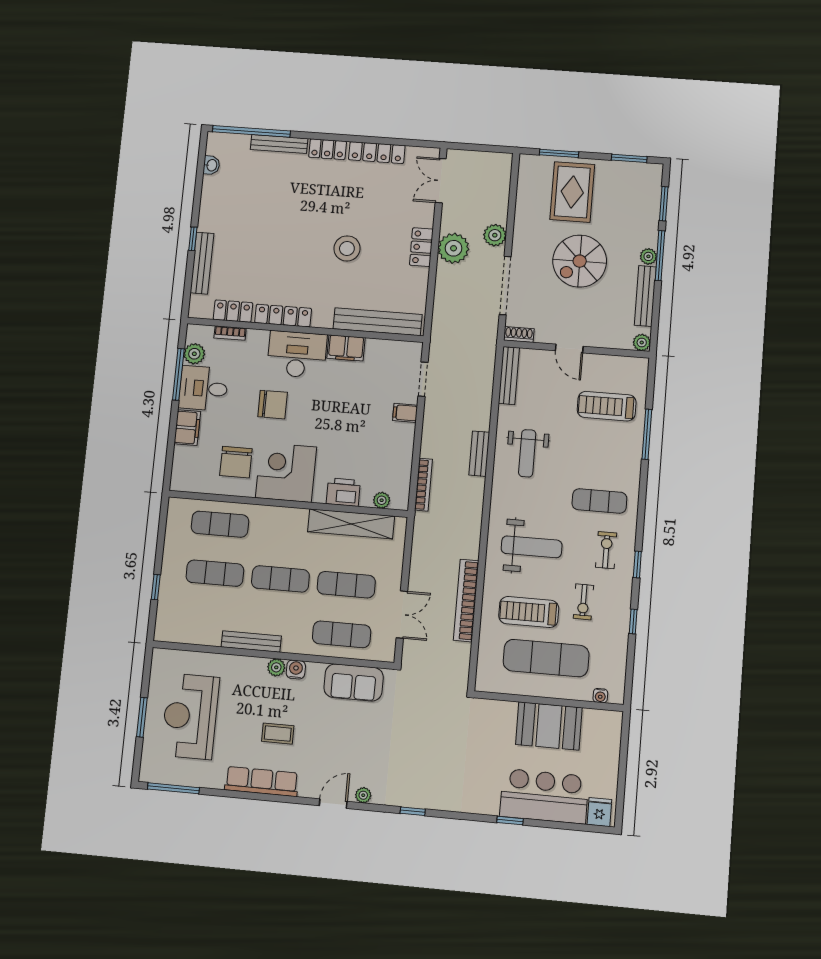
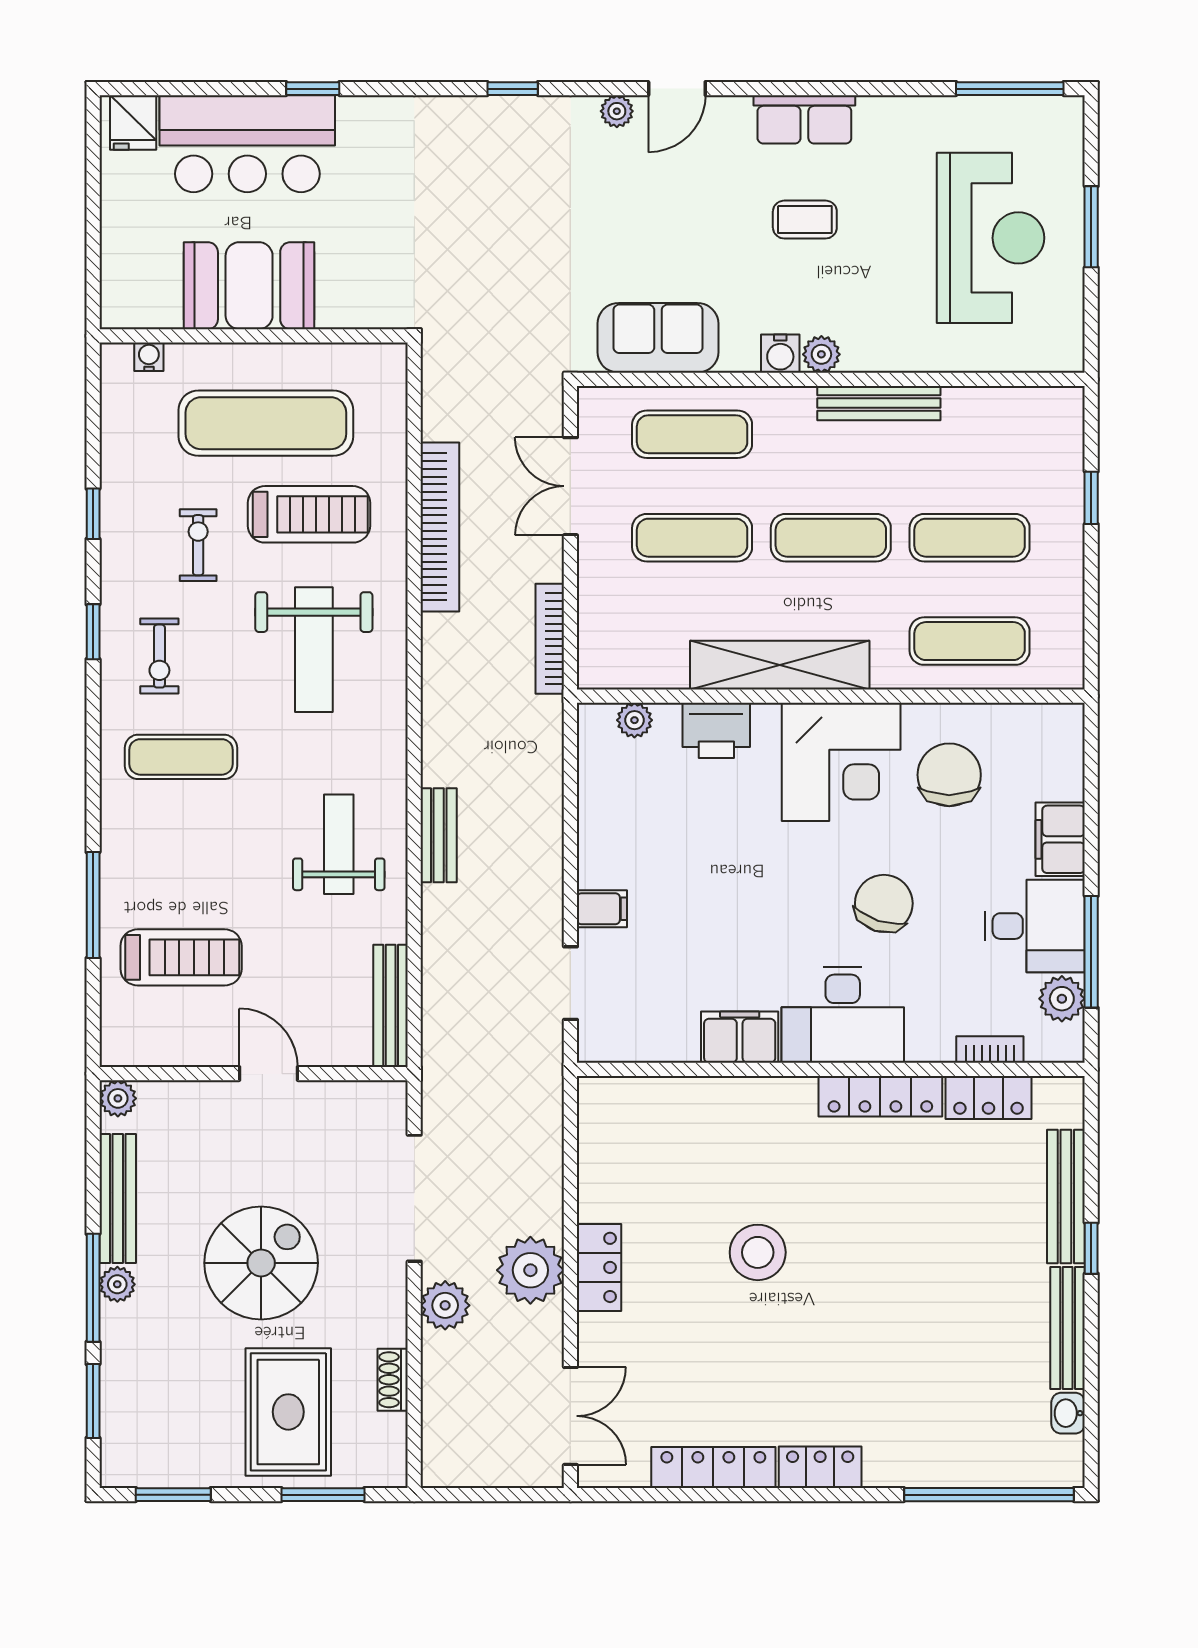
bench: (279, 144) -> (1068, 1328), moved, turned 90
bench: (378, 322) -> (678, 1099), removed
shoe rack: (519, 334) -> (393, 1380), moved, turned 90
chair: (273, 405) -> (884, 903), turned 108
bookcase: (423, 485) -> (550, 639), moved
shelving: (351, 524) -> (780, 665), moved
weight bench: (532, 547) -> (314, 650), turned -90
row of seats: (262, 781) -> (804, 119), width x0.68

